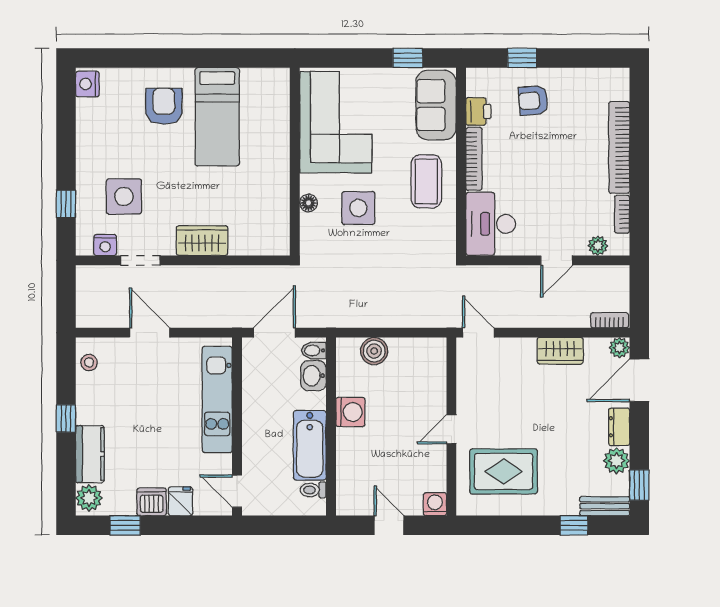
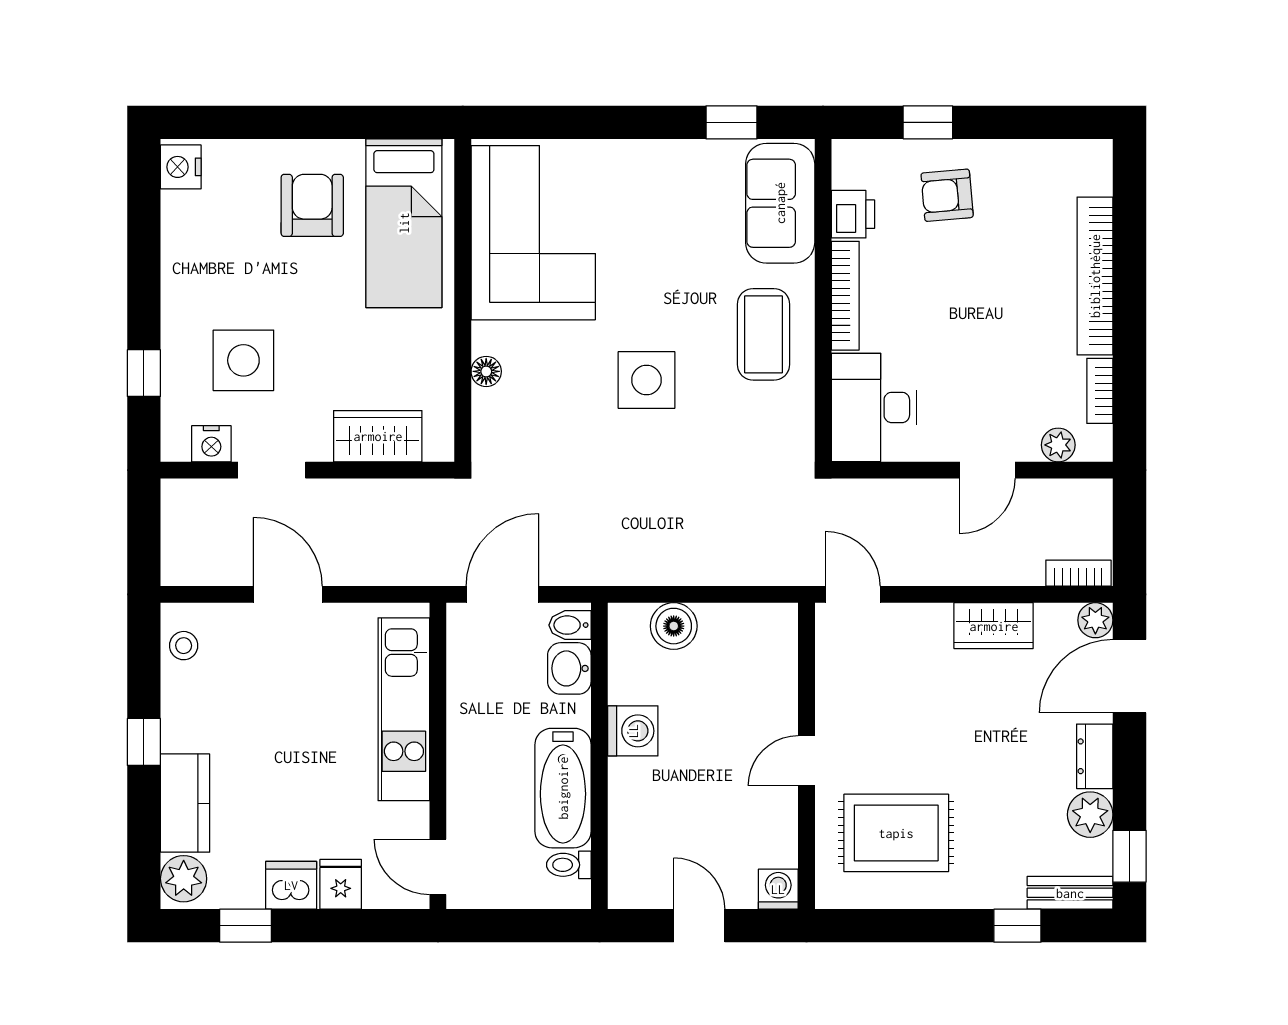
corner sofa: (336, 122) -> (533, 233), moved
wall: (295, 162) -> (463, 300), moved
floor lamp: (308, 203) -> (486, 371), moved

